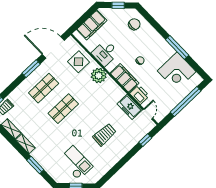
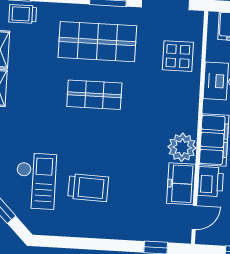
plant: (99, 76) -> (182, 147), moved
shop shelf: (44, 88) -> (97, 42), width x1.43, depth x1.36
trolley: (105, 135) -> (88, 188), moved

